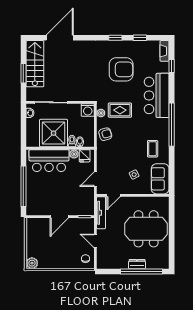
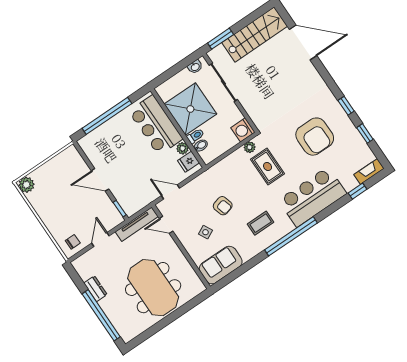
window: (23, 73) -> (221, 39), moved
armchair: (105, 134) -> (223, 206), moved
coffee table: (153, 149) -> (261, 223), moved
dresser: (137, 264) -> (95, 289), moved

